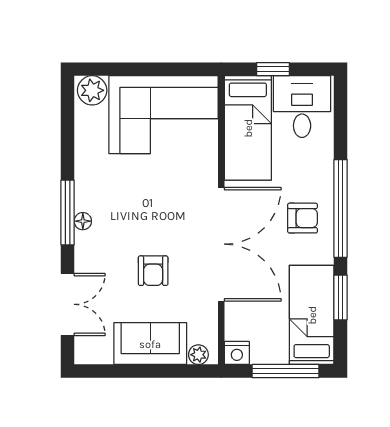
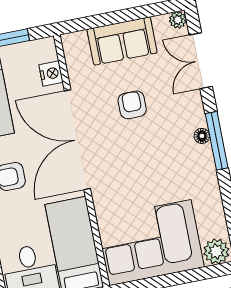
nightstand: (237, 353) -> (51, 73), moved, turned 90
plant: (198, 355) -> (178, 20), moved

